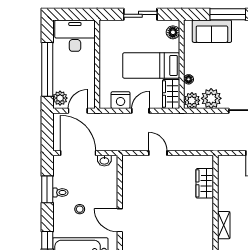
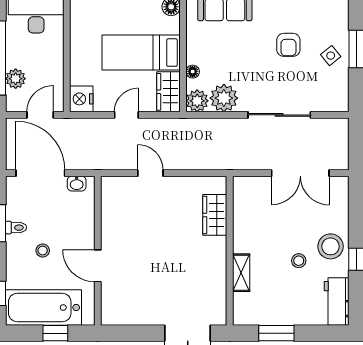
plant: (60, 98) -> (16, 79), moved
nightstand: (121, 100) -> (81, 99), moved, turned 90

